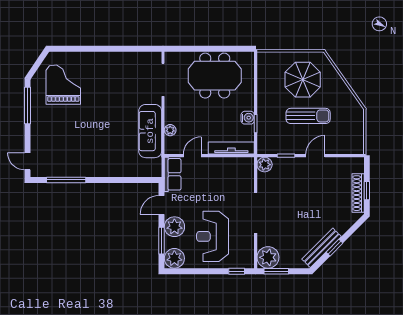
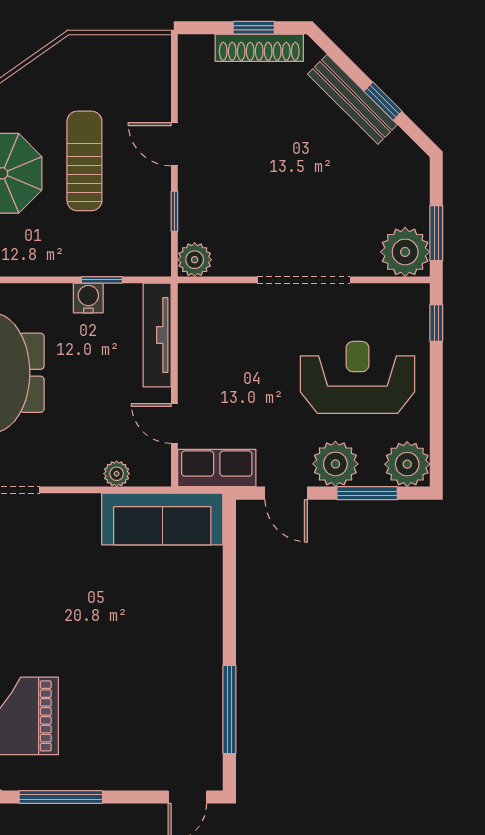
sofa: (150, 131) -> (162, 519), moved
reception desk: (213, 236) -> (357, 377), turned 180
bench: (322, 248) -> (352, 99), moved

